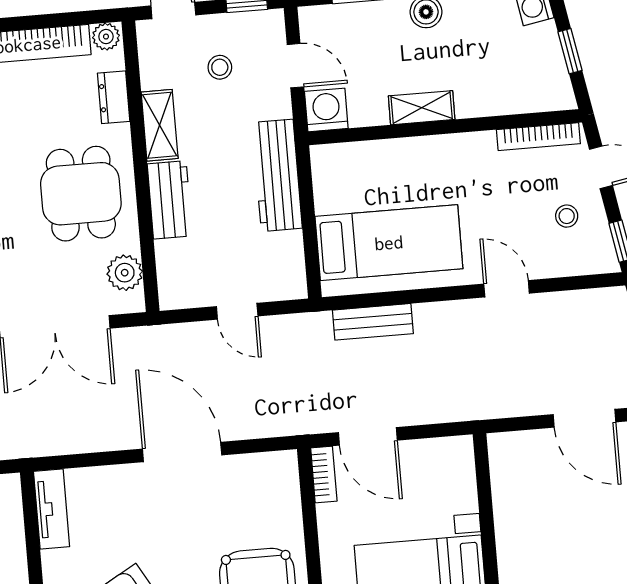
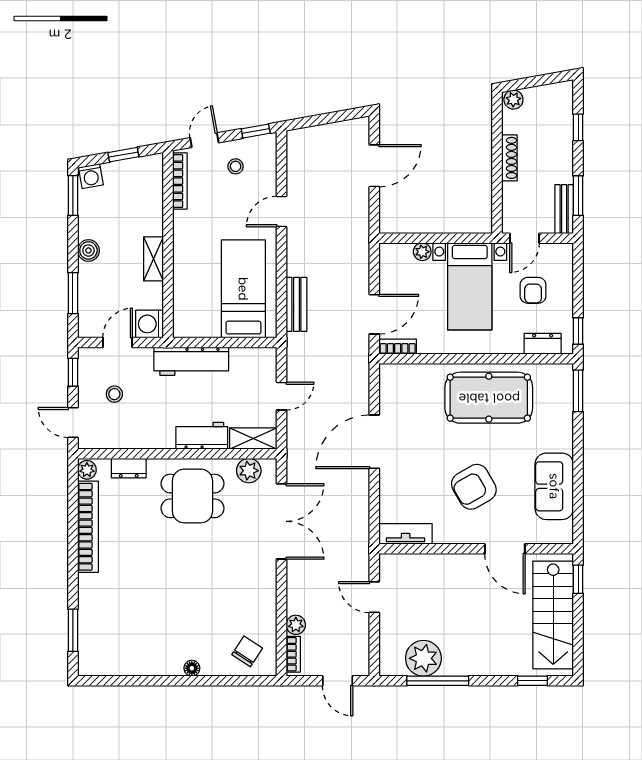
shelving: (160, 125) -> (253, 438), moved
plant: (465, 499) -> (422, 252), added

